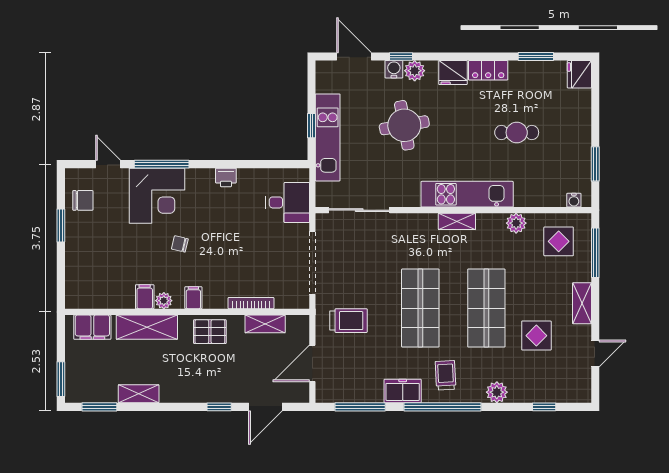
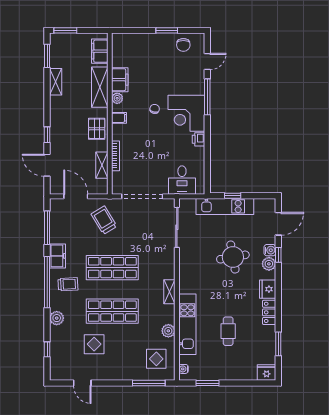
kitchen unit: (467, 194) -> (187, 324), moved
corner desk: (157, 196) -> (186, 113), moved
filing cabinet: (145, 297) -> (120, 80), width x2.00
shelving: (582, 303) -> (115, 374), removed
trolley: (349, 321) -> (104, 220), turned 149

